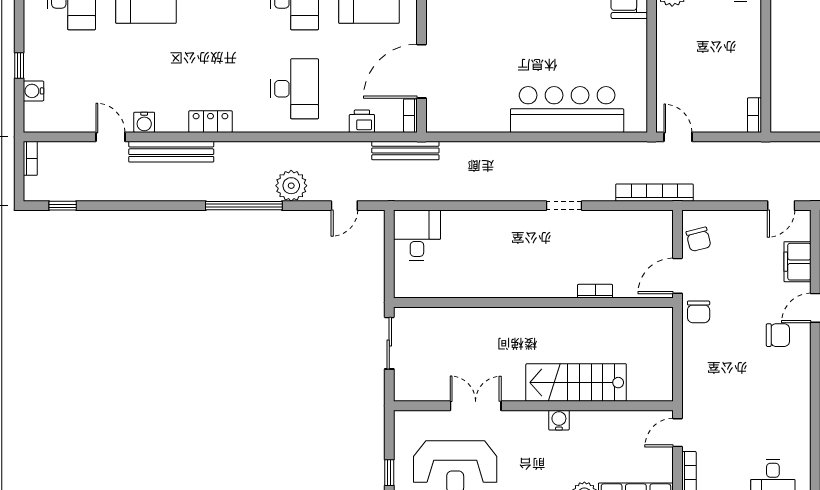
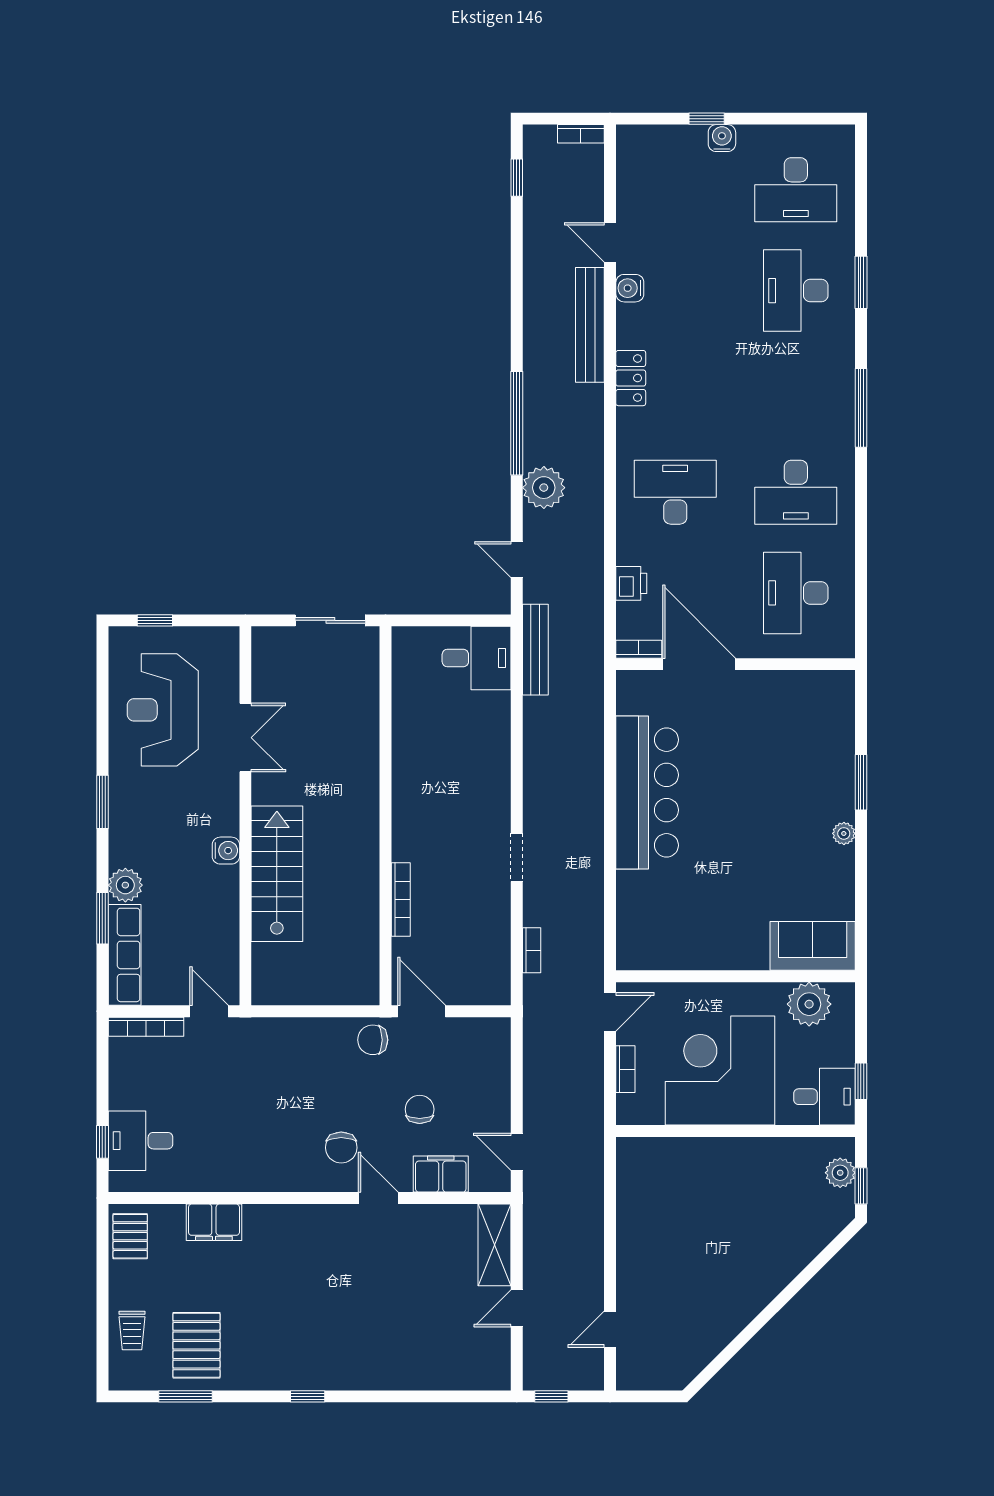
corner desk: (721, 56) -> (720, 1070), added
desk: (295, 89) -> (675, 492), turned 180
water cooler: (34, 91) -> (722, 138), moved
bar counter: (567, 109) -> (647, 793), moved
bookcase: (754, 115) -> (625, 1069), moved, turned 90
door: (110, 137) -> (610, 242), swing flipped
bench: (405, 151) -> (535, 650), moved
bookcase: (654, 193) -> (532, 950), width x0.43, depth x0.76
chair: (698, 239) -> (420, 1109), moved, turned 104
bookcase: (595, 291) -> (401, 899), width x1.56

